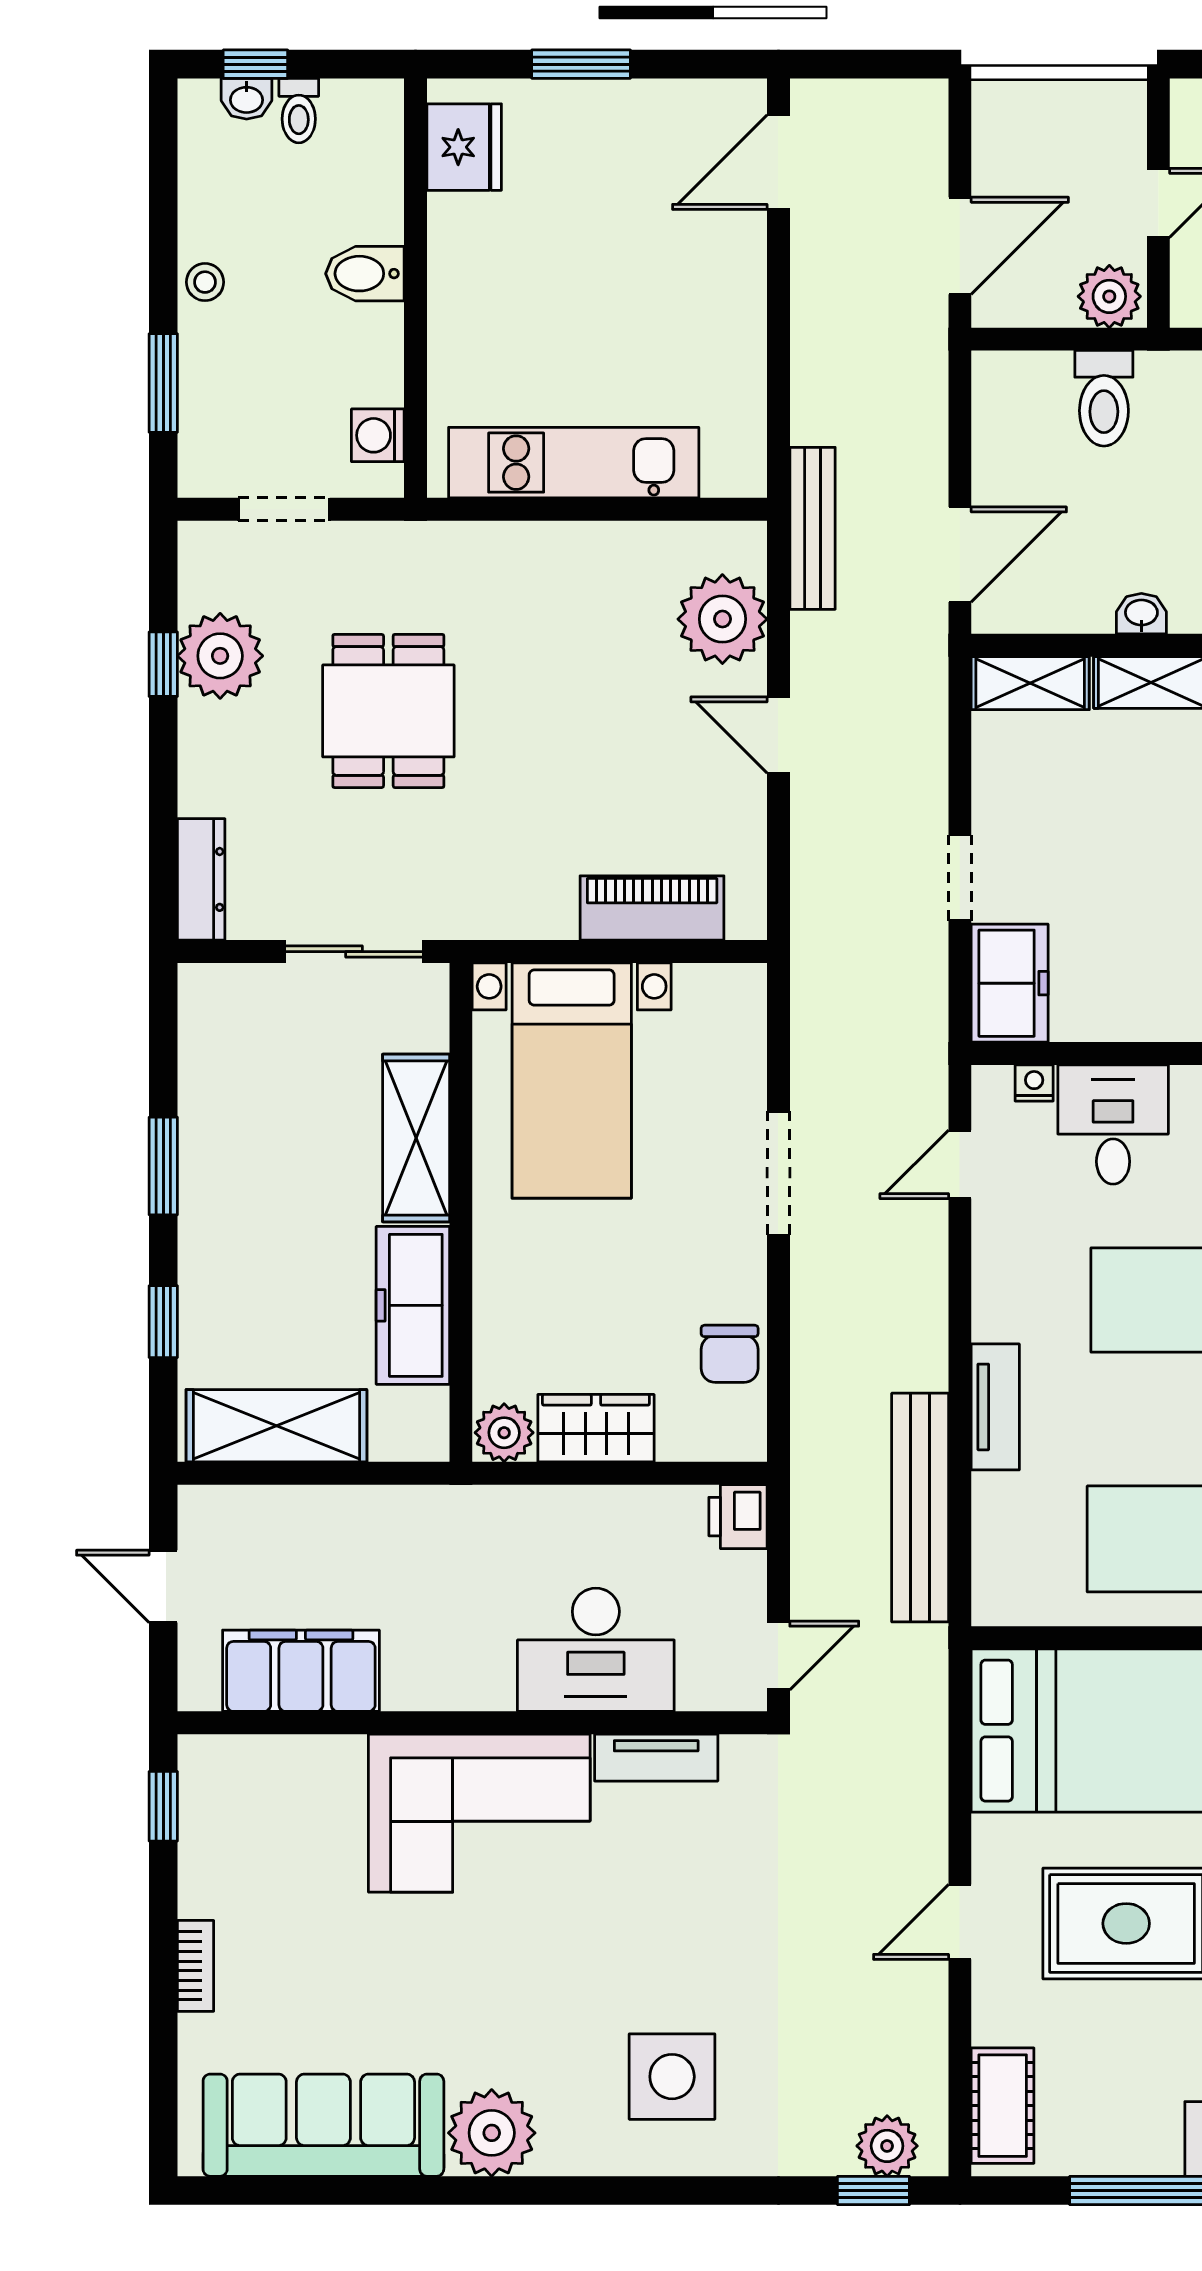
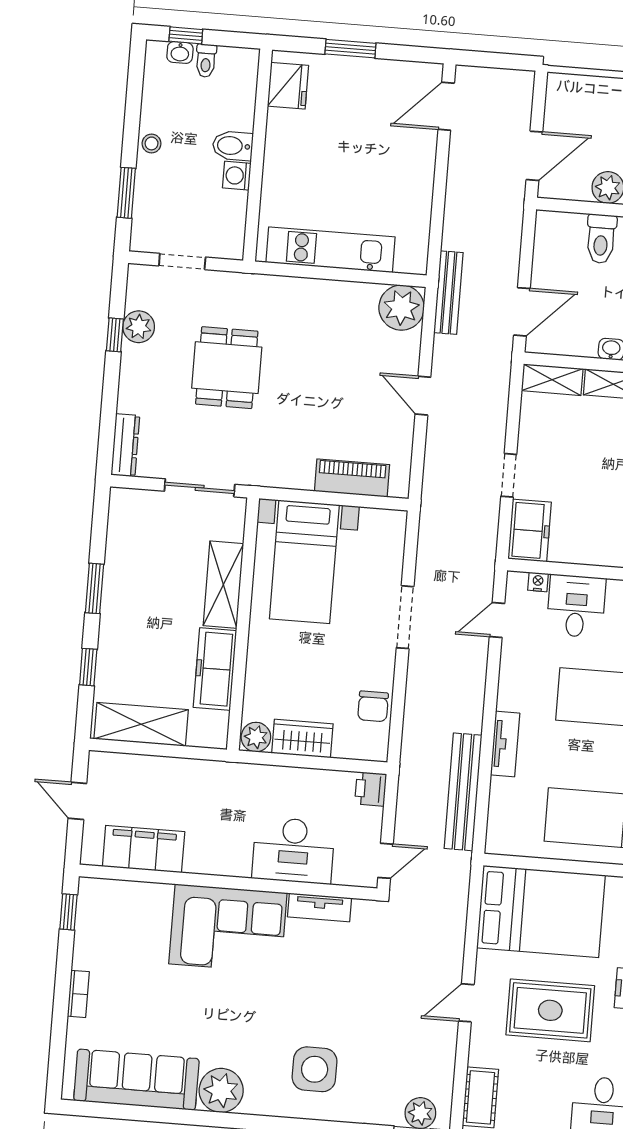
washing machine: (378, 435) -> (237, 176), moved
plant: (722, 619) -> (401, 308), moved
plant: (220, 656) -> (139, 327), width x0.73, depth x0.73

